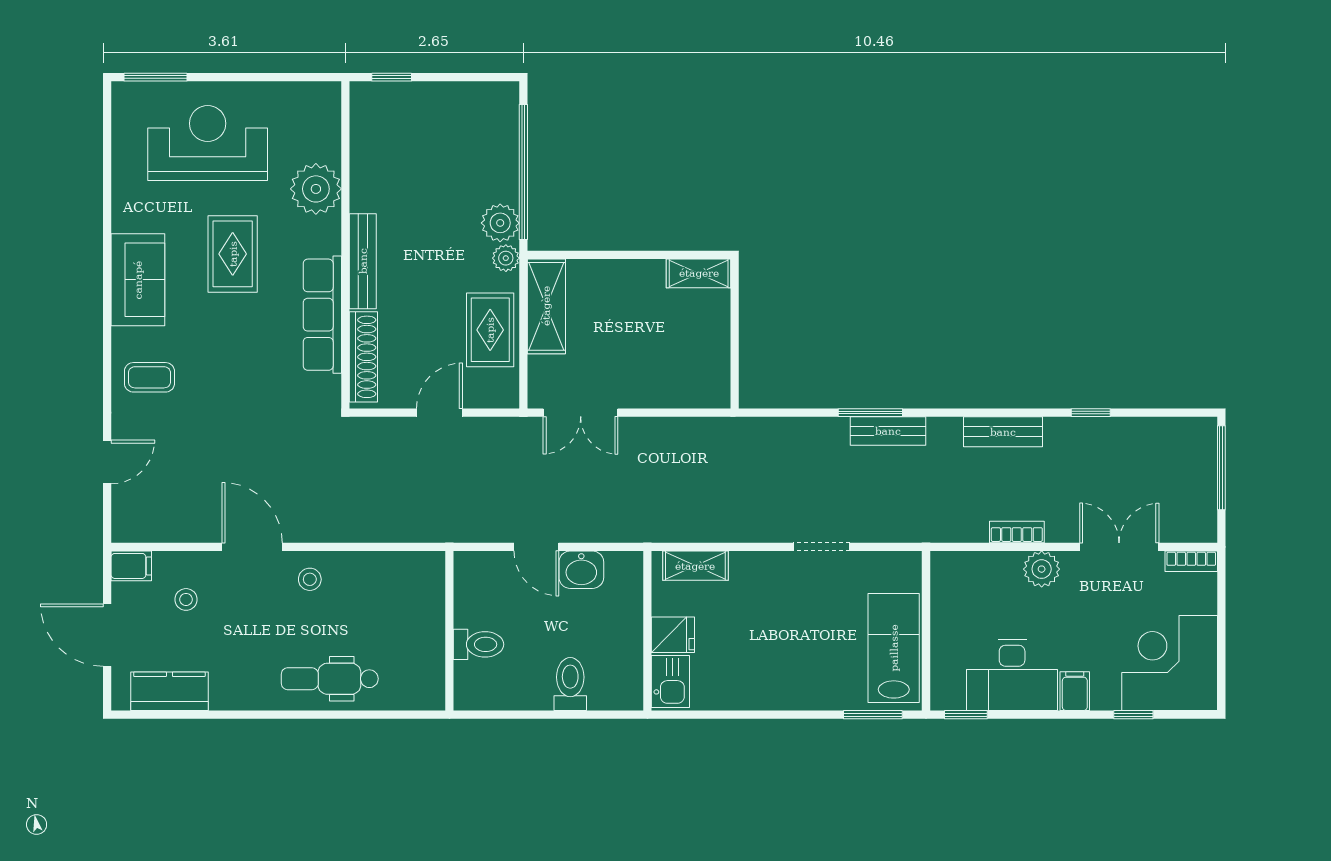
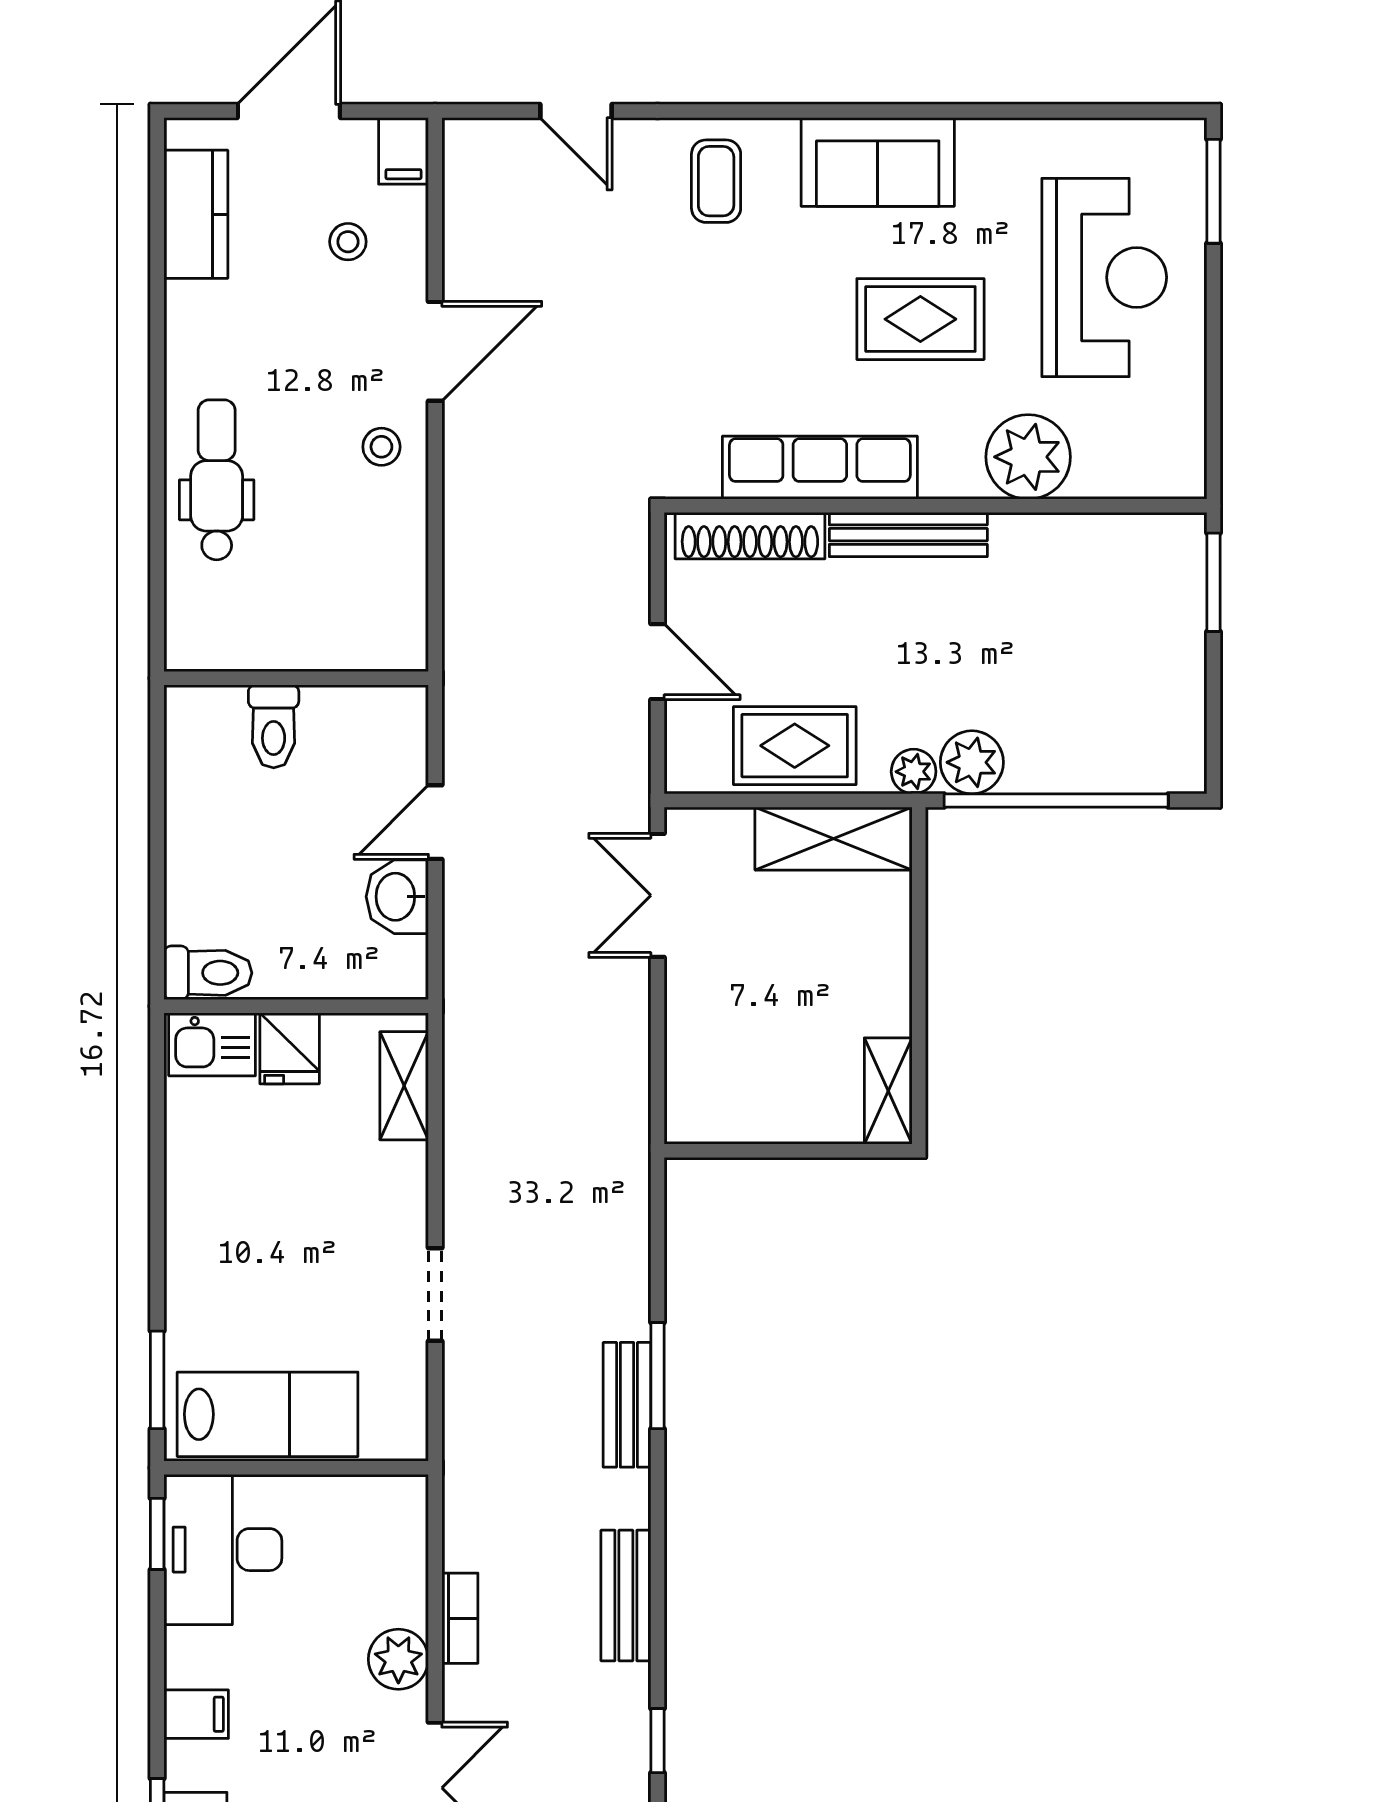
window: (392, 77) -> (1214, 582), width x1.50
desk: (1012, 675) -> (223, 1550), moved
toilet: (570, 684) -> (208, 973), moved

